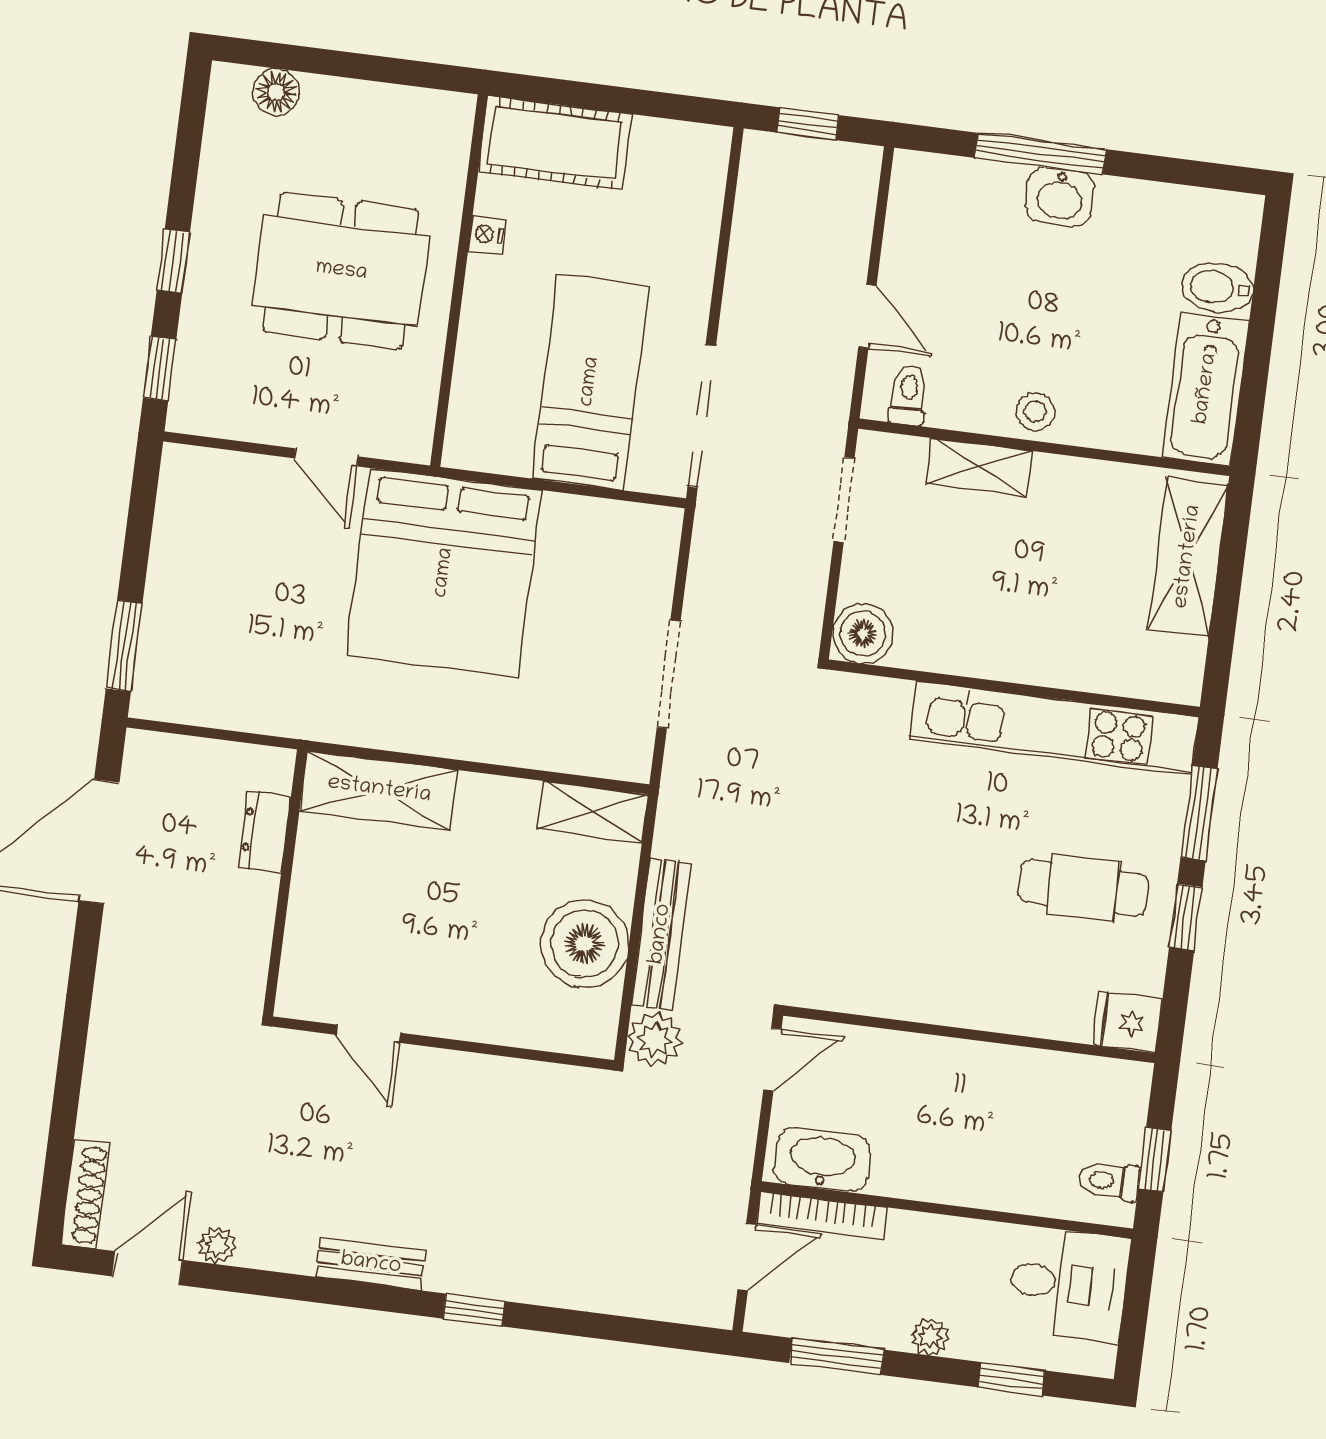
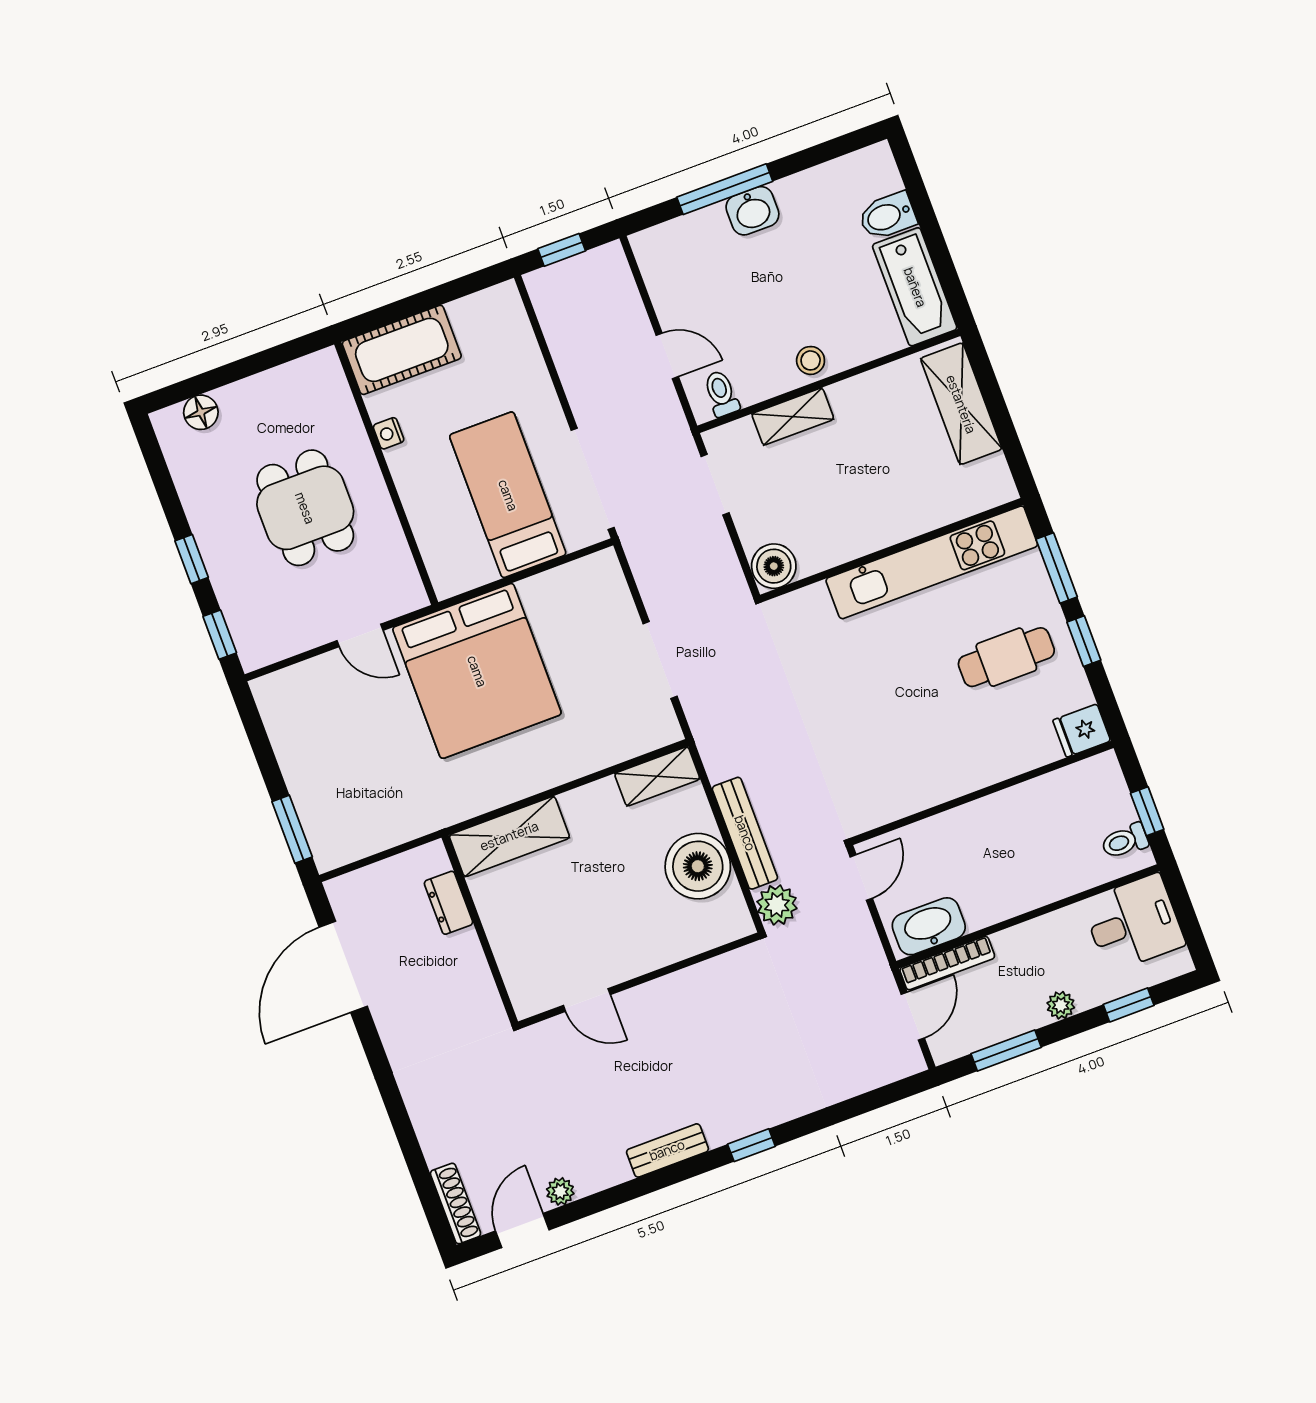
dining table: (341, 271) -> (305, 508), width x0.73

